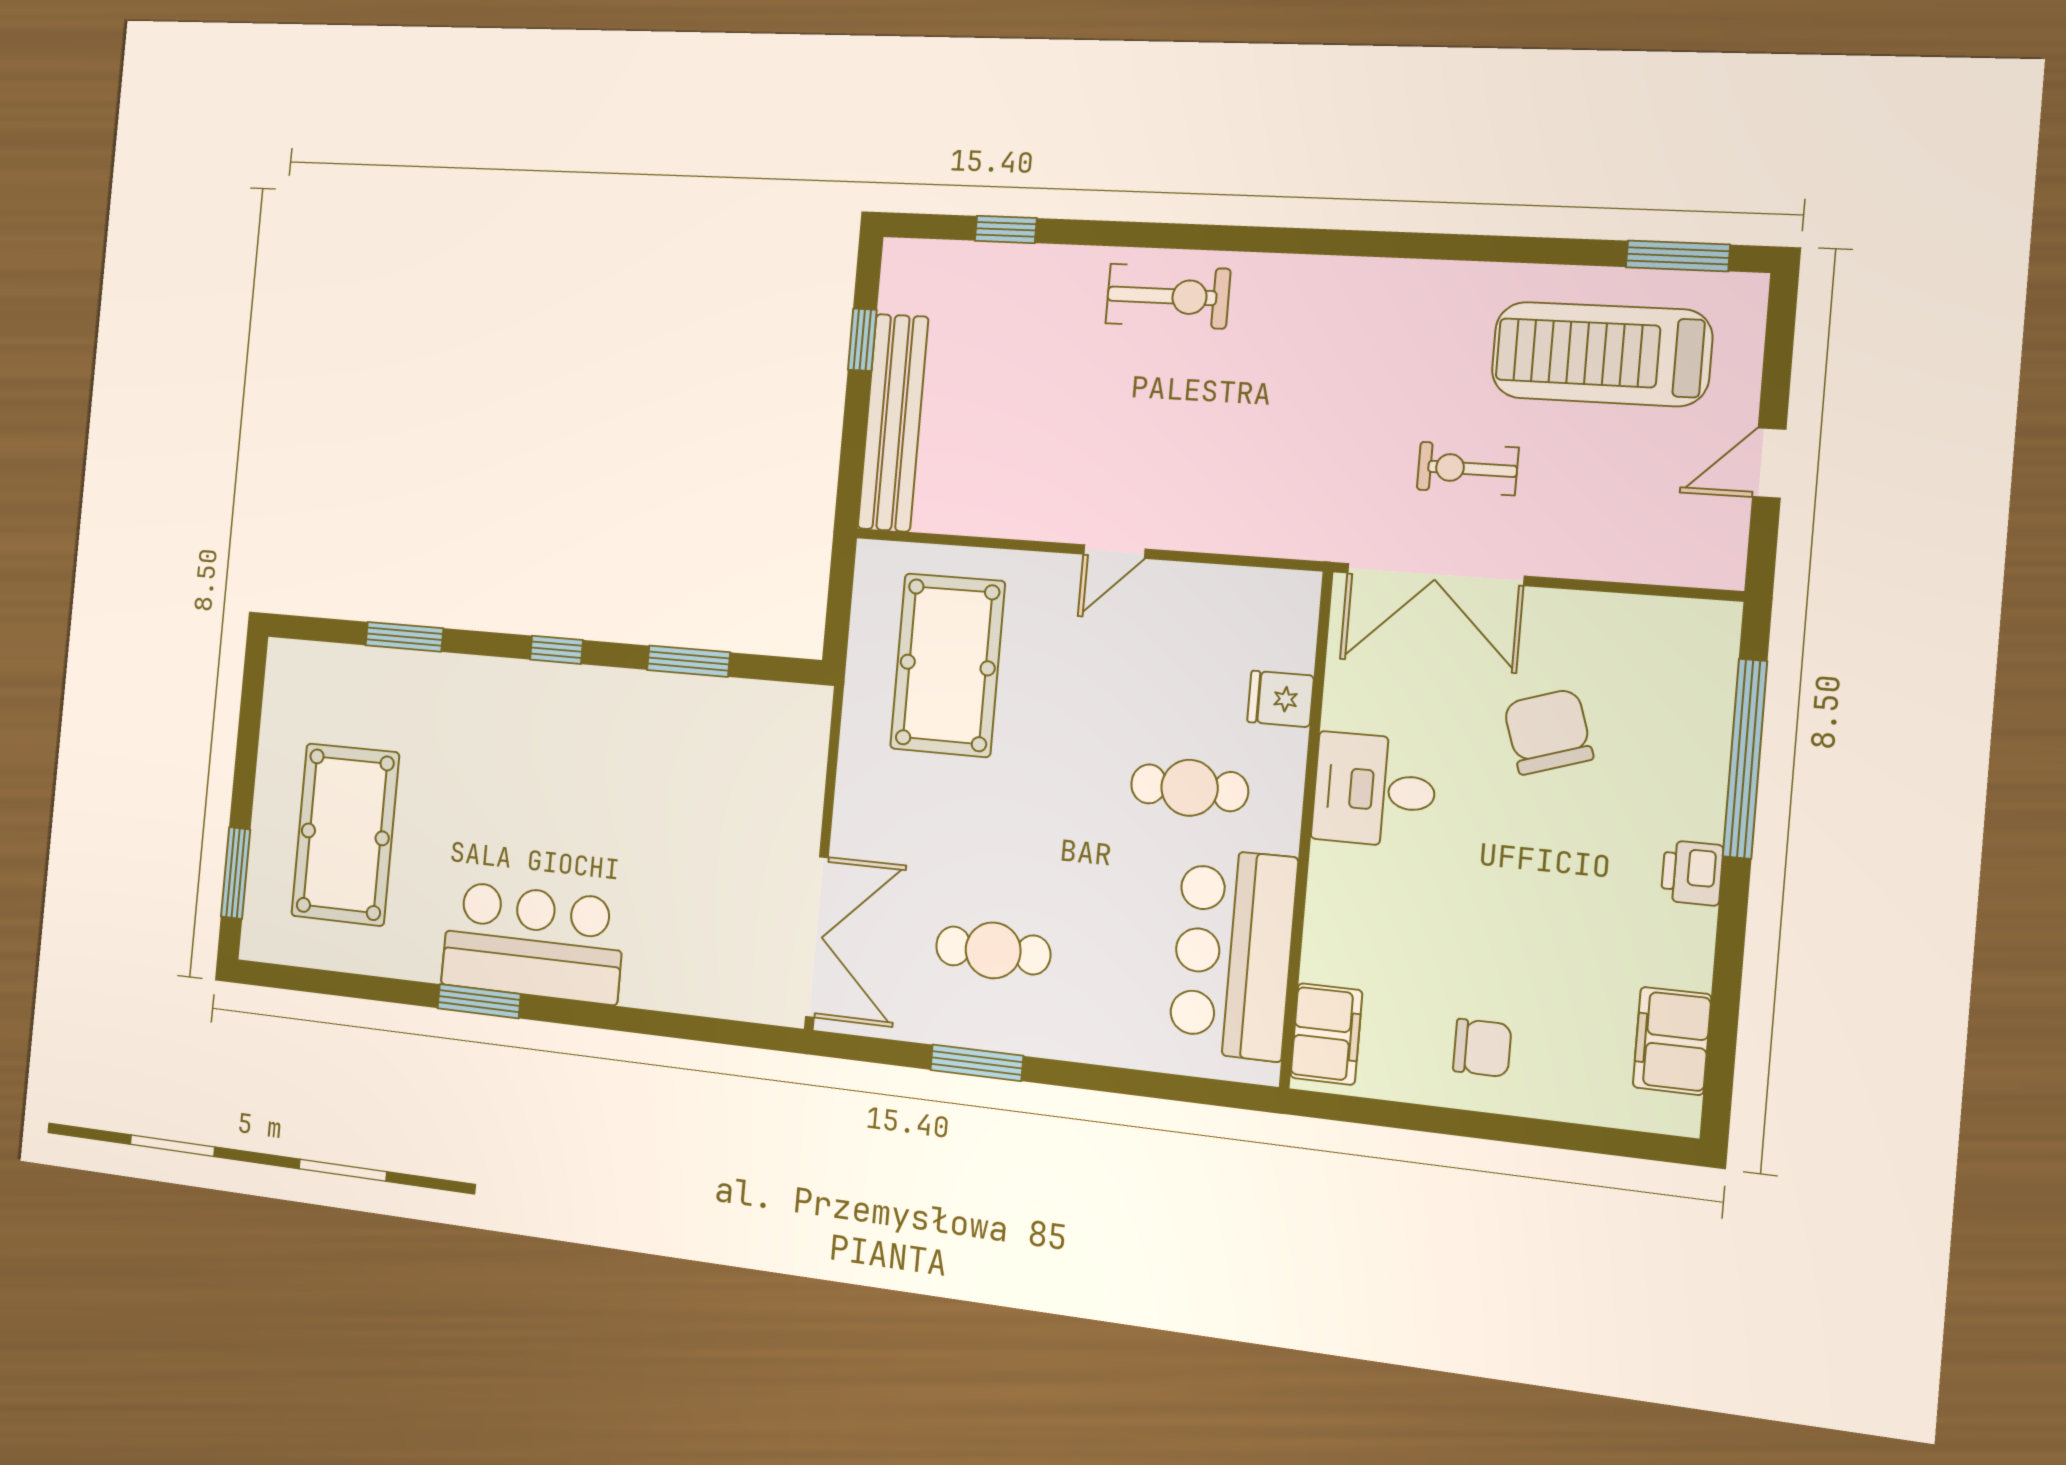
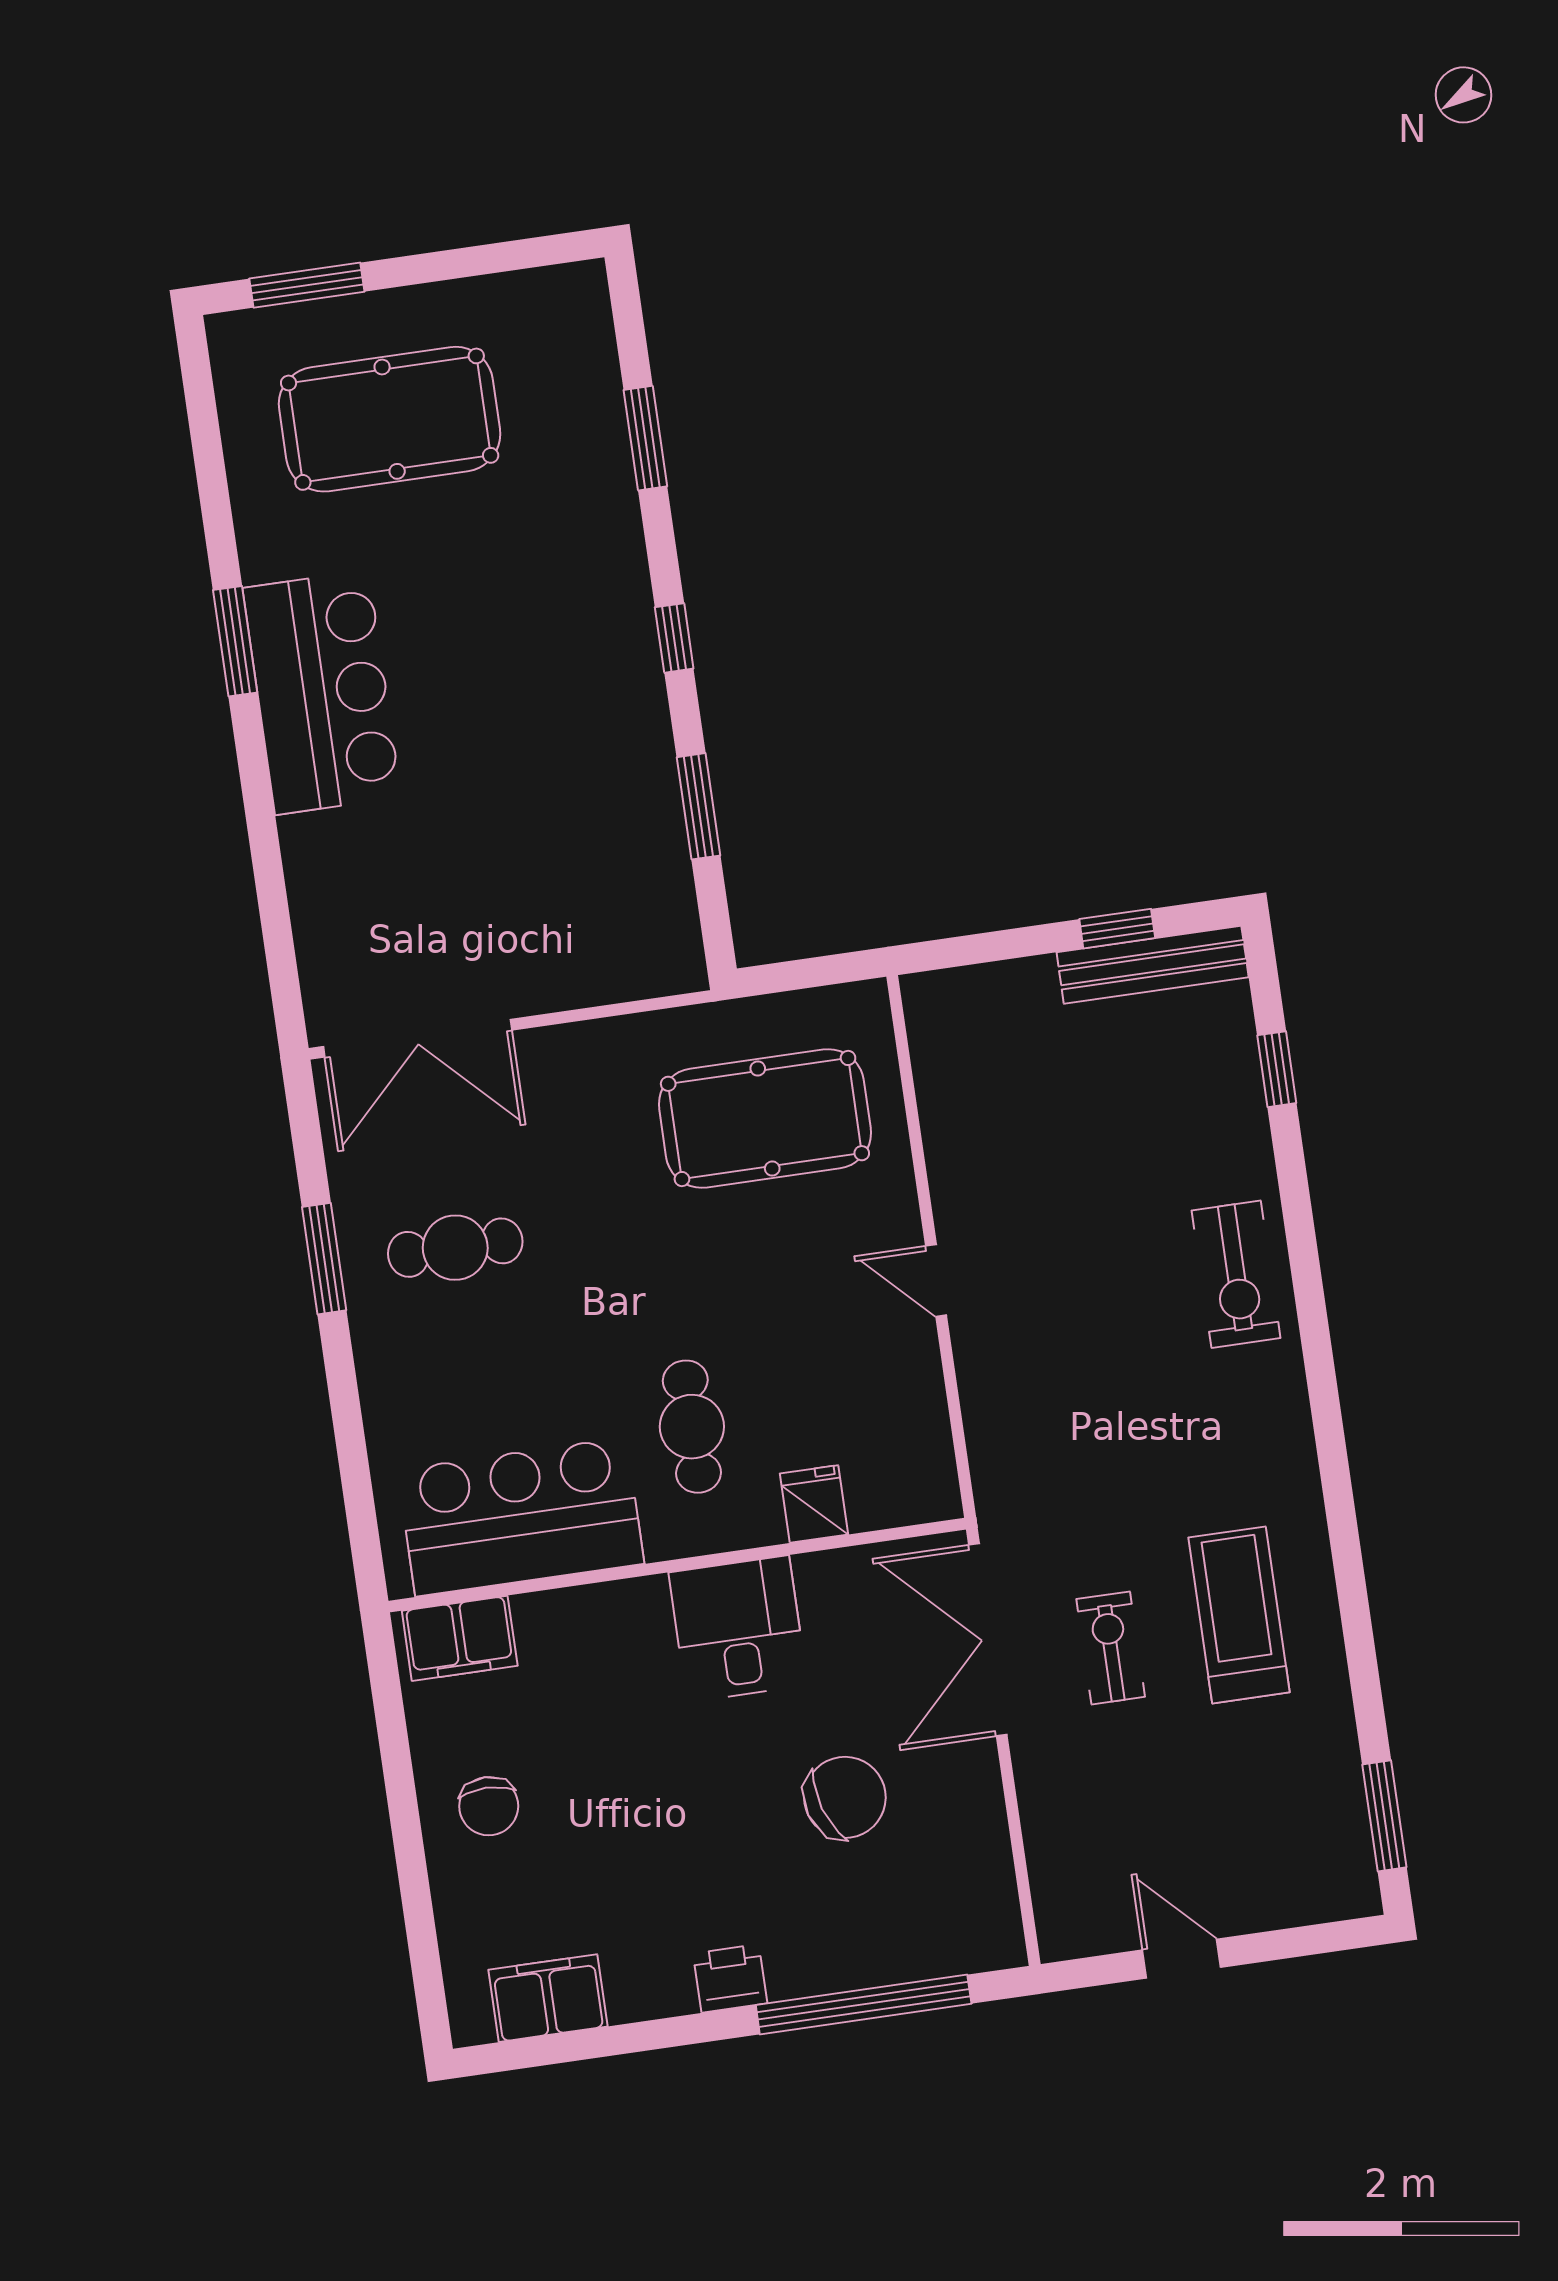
treadmill: (1601, 354) -> (1239, 1615), moved, width x0.73, depth x0.73
bench: (893, 423) -> (1153, 965), moved, width x0.73, depth x0.82
cafe table: (993, 950) -> (455, 1248), turned 90

